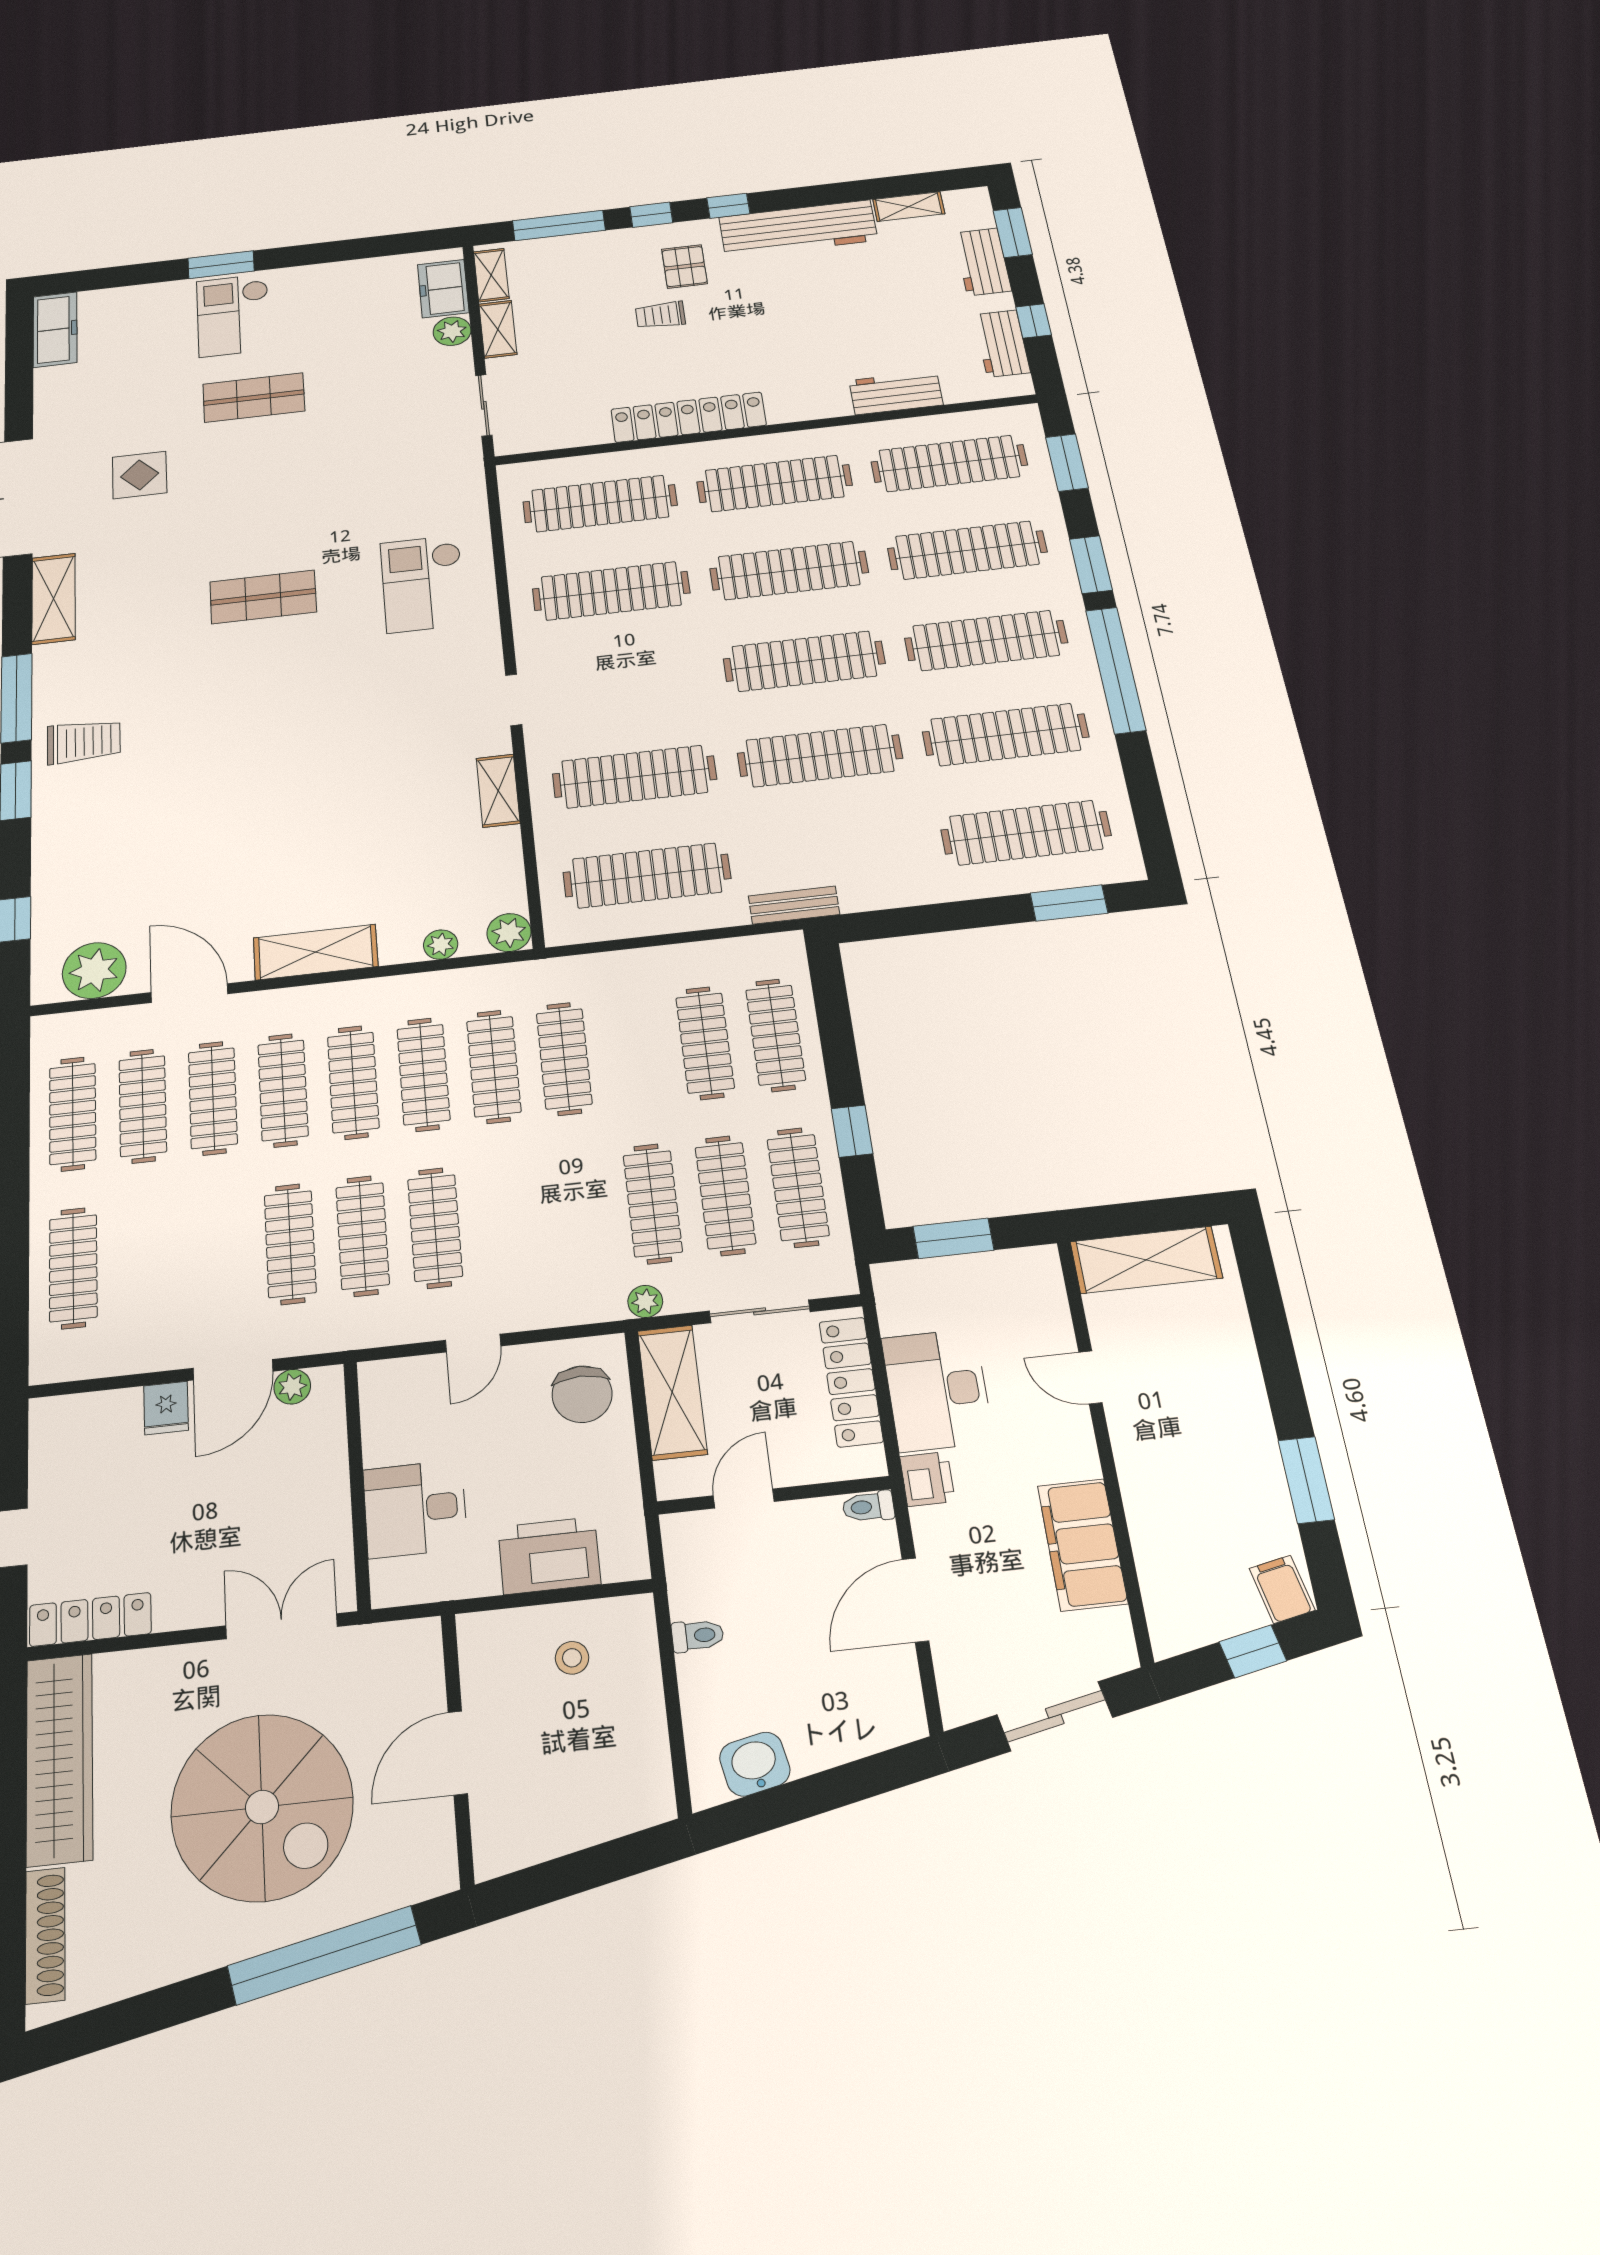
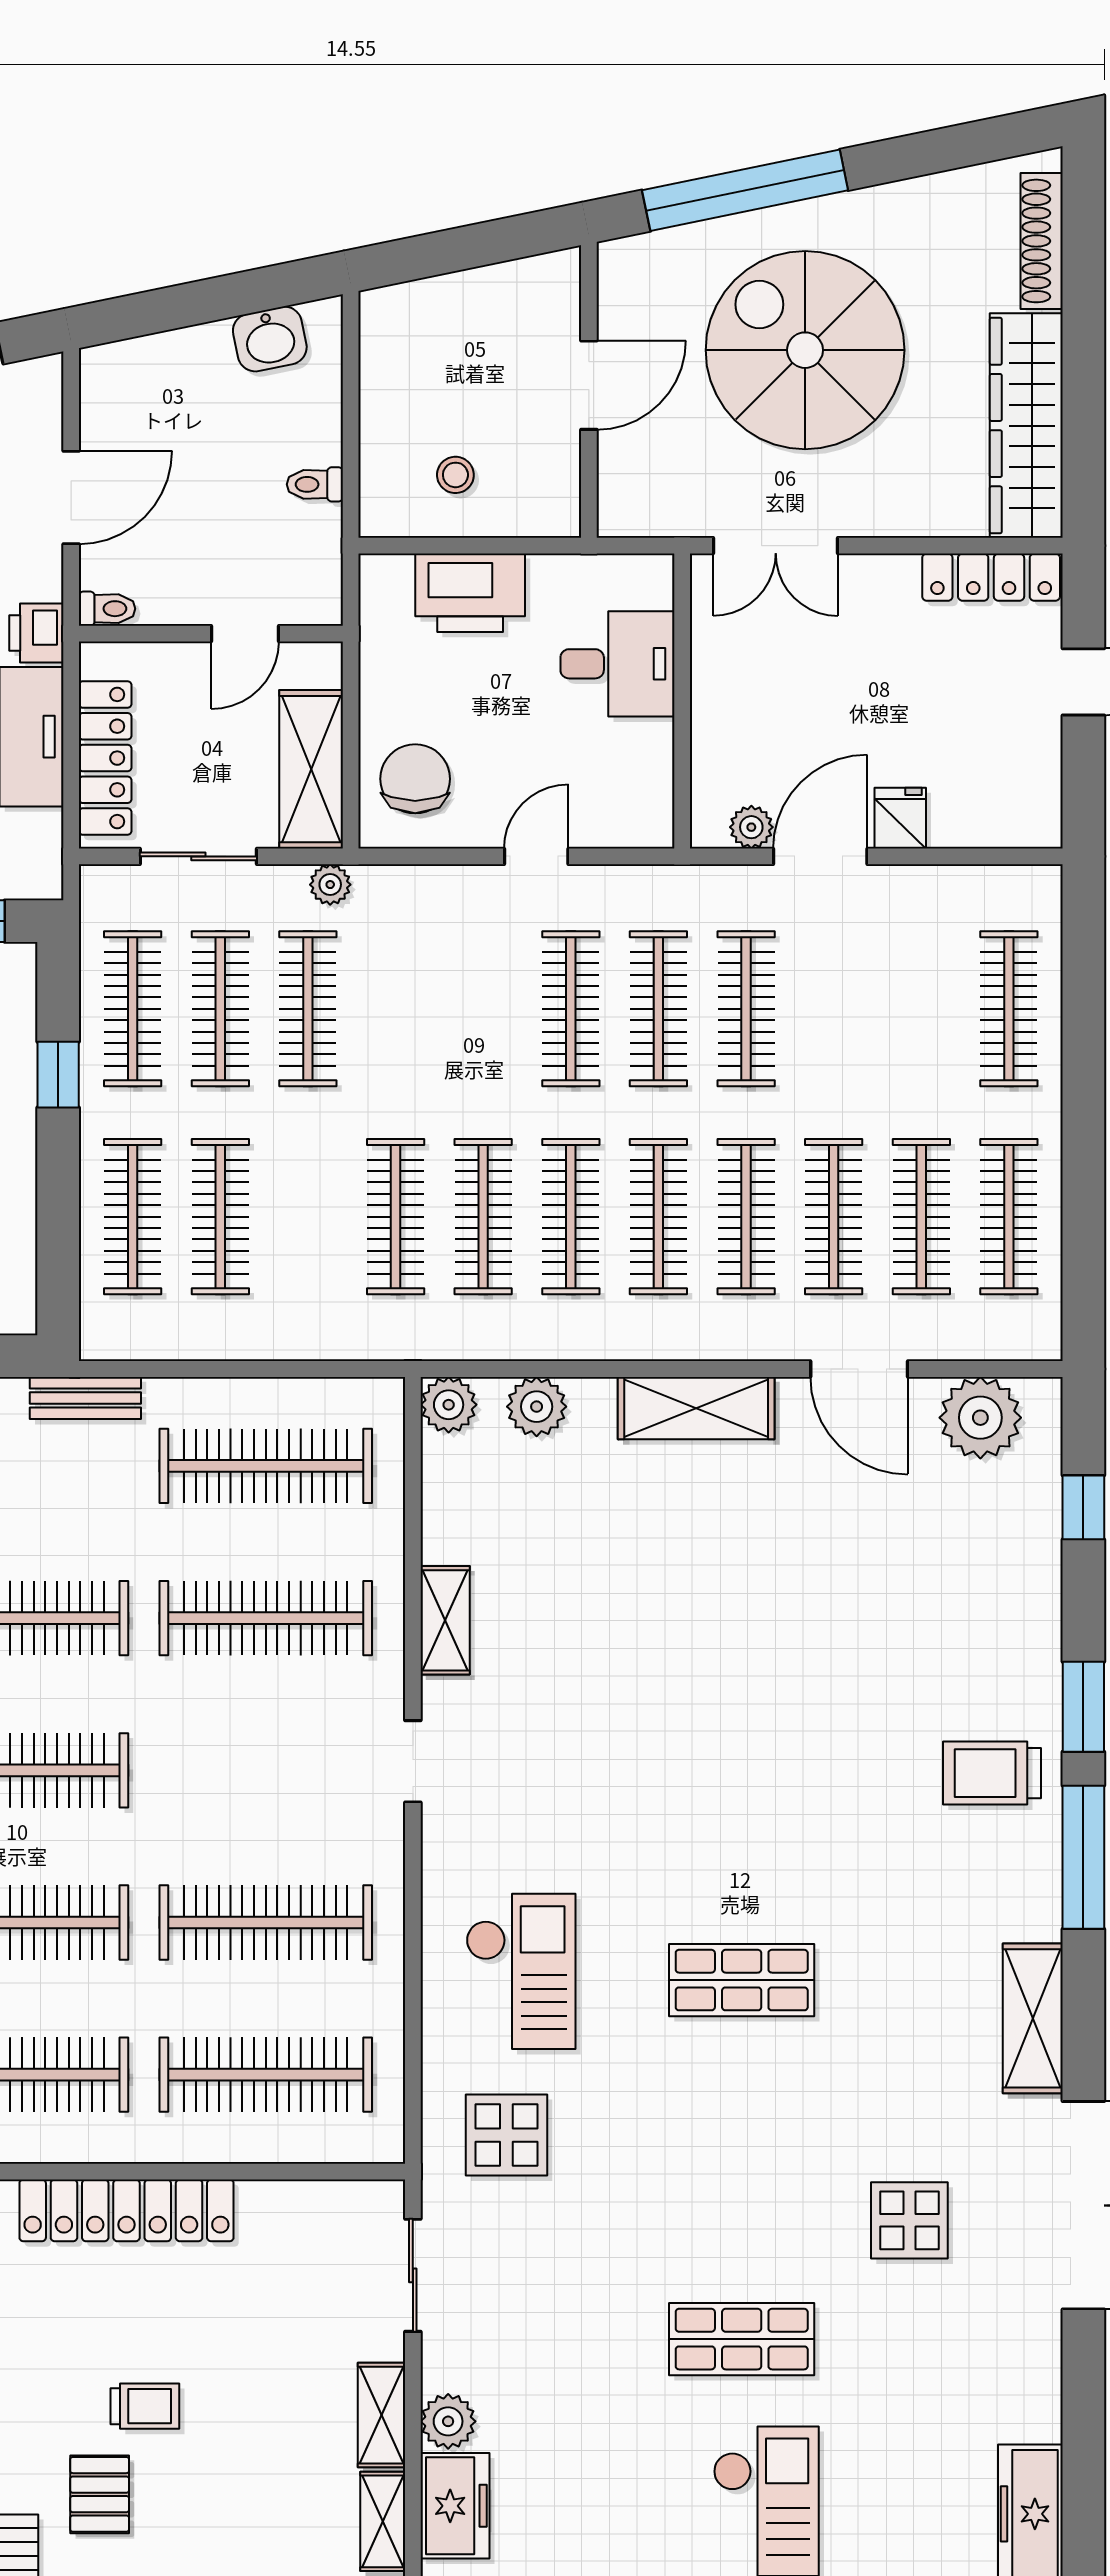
display table: (425, 489) -> (506, 2135), added
plant: (441, 945) -> (537, 1407), width x1.38, depth x1.38

